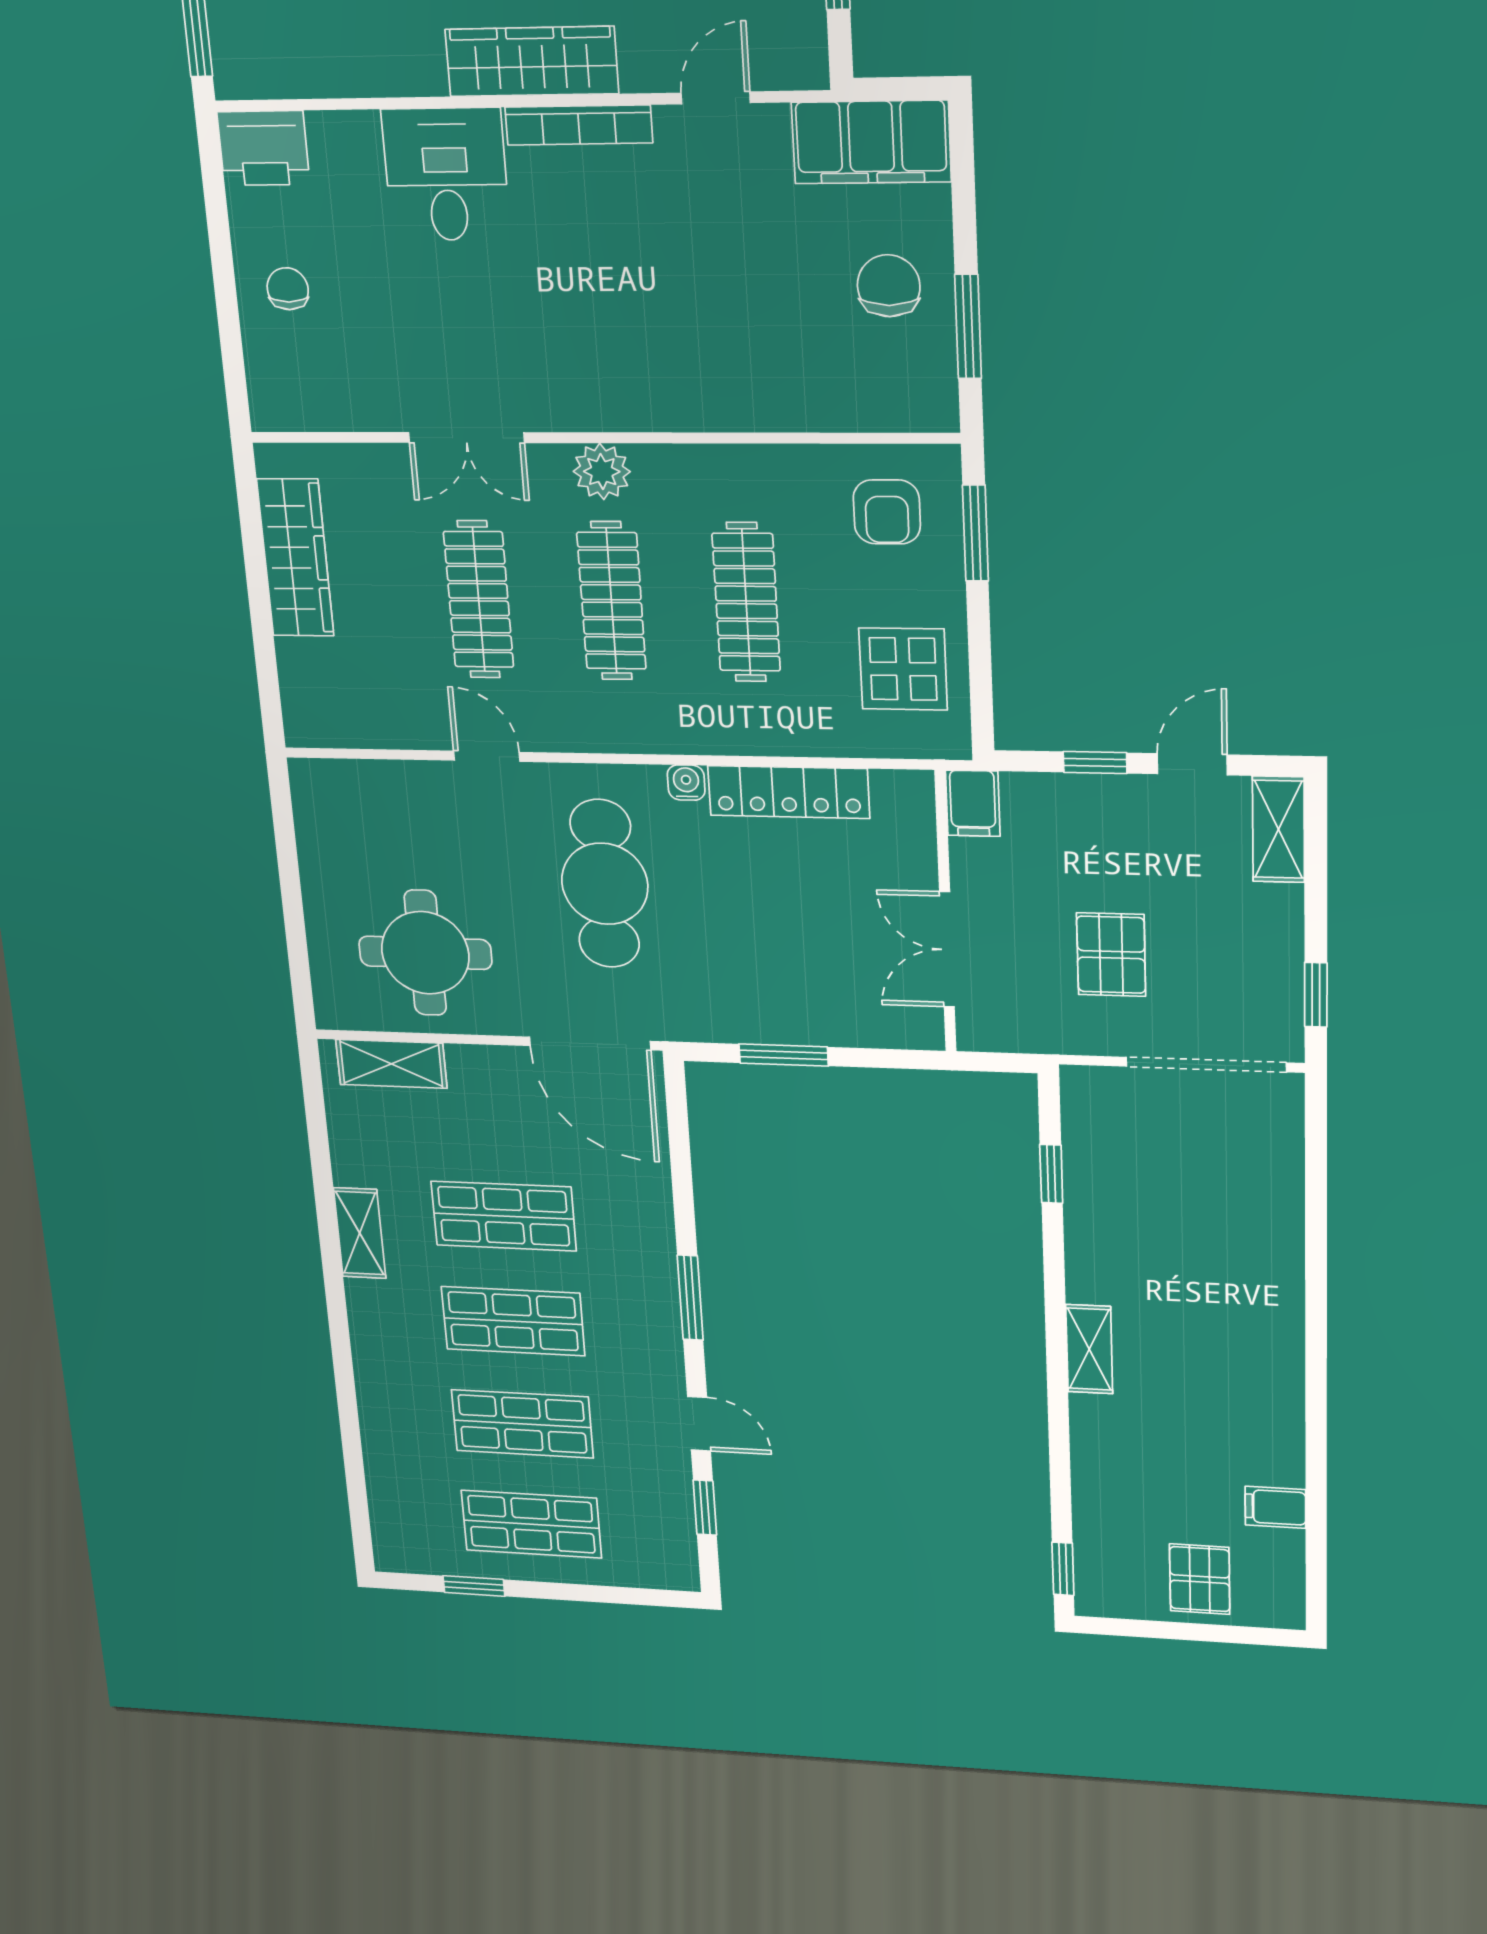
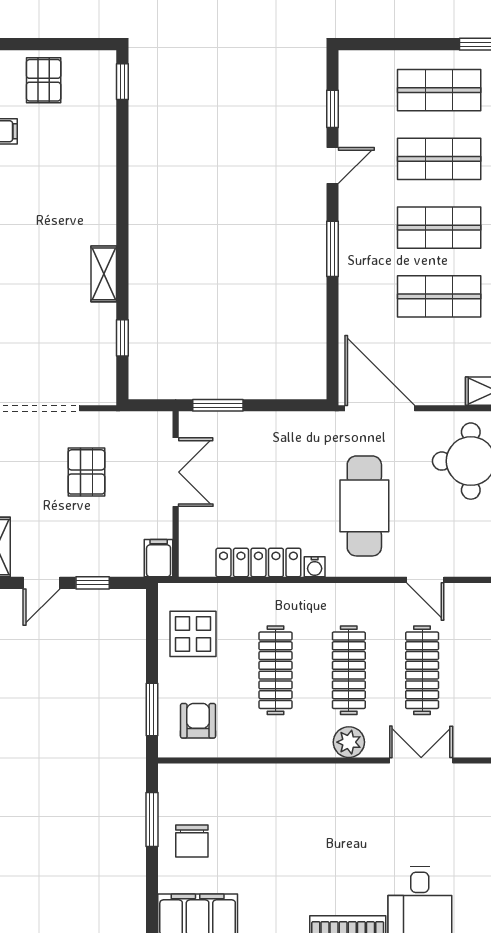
window: (784, 1055) -> (218, 405), moved
shelving: (1089, 1349) -> (104, 274), moved
door: (699, 1424) -> (333, 166), swing flipped

